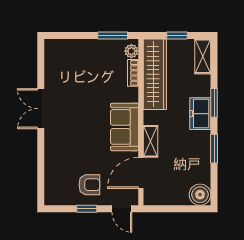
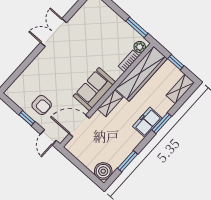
shelving: (151, 141) -> (110, 103), moved
window: (214, 149) -> (128, 161), moved

